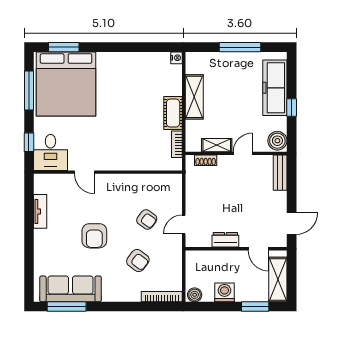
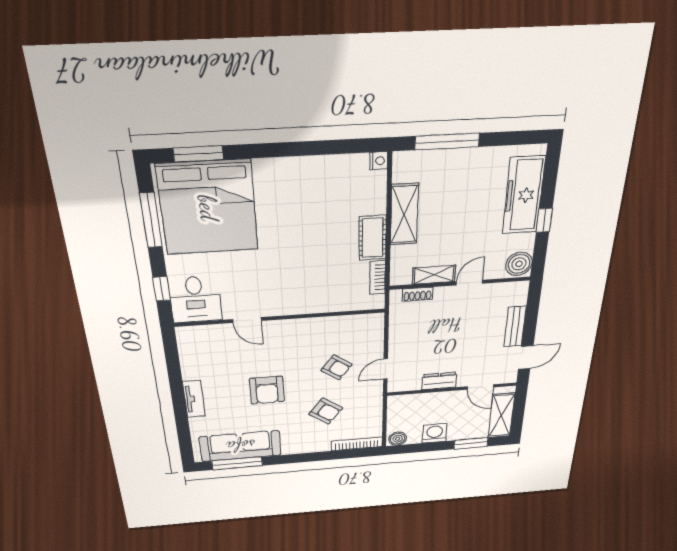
window: (240, 47) -> (447, 141), moved
bench: (280, 173) -> (515, 327), moved
tv unit: (40, 211) -> (194, 399), moved

